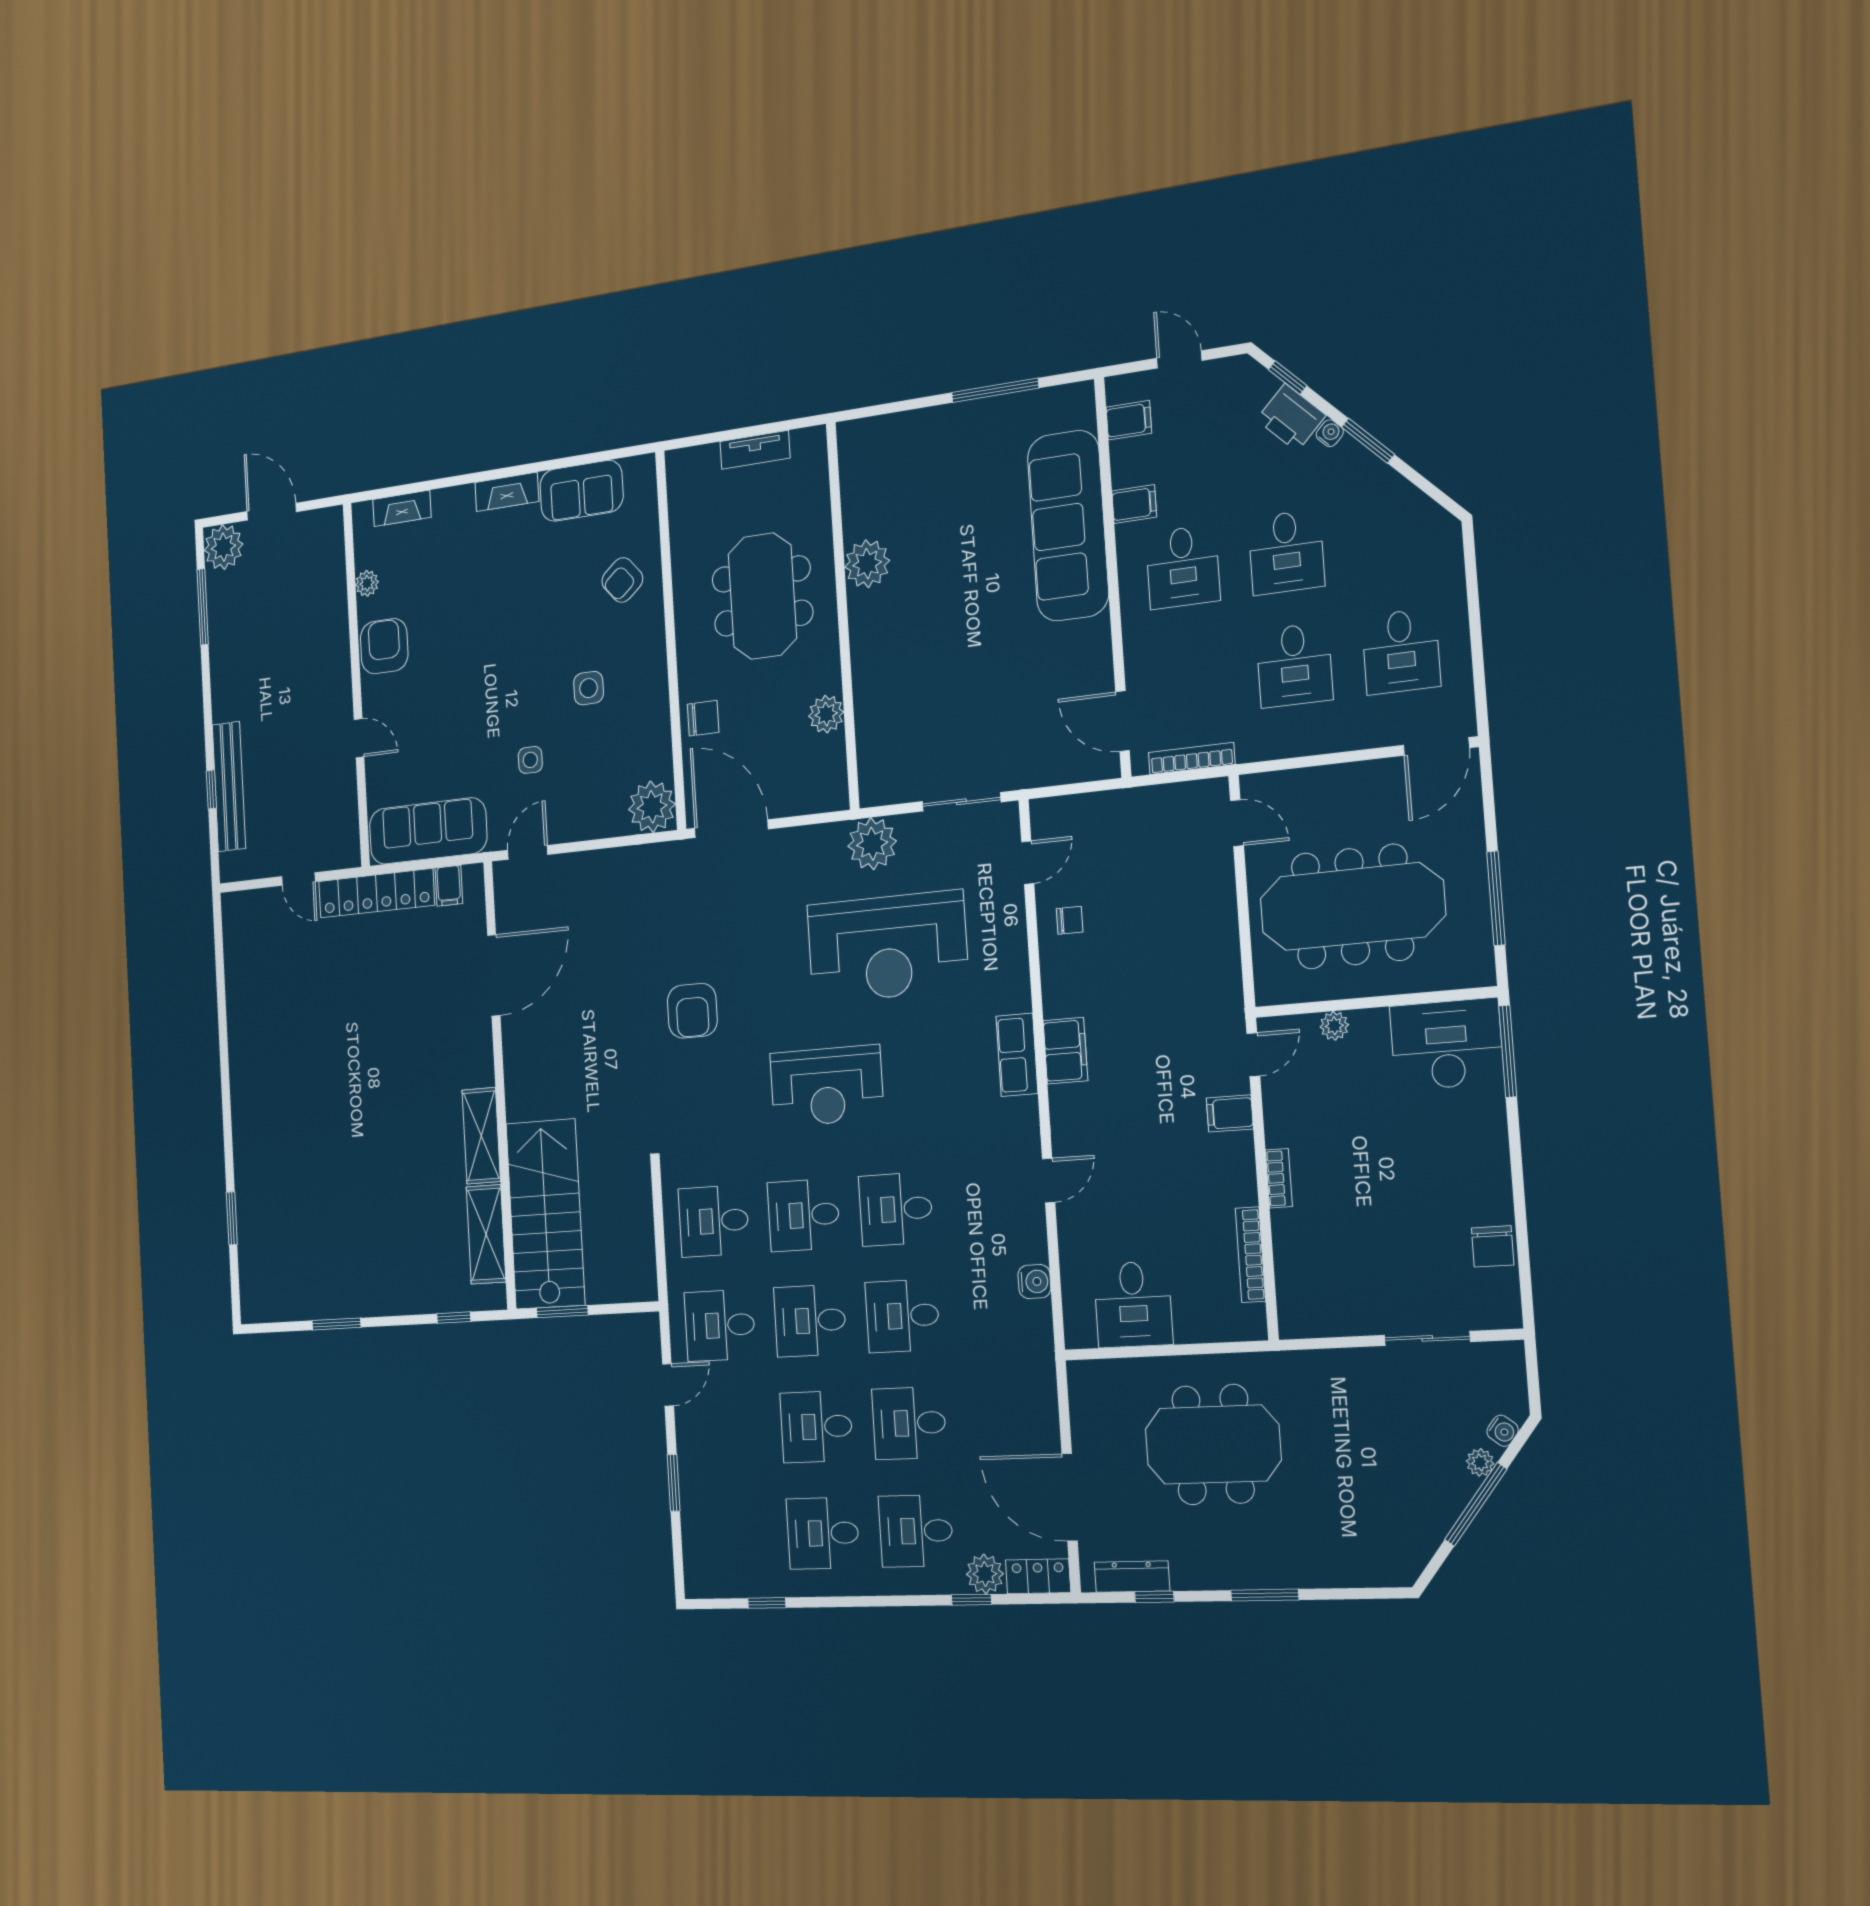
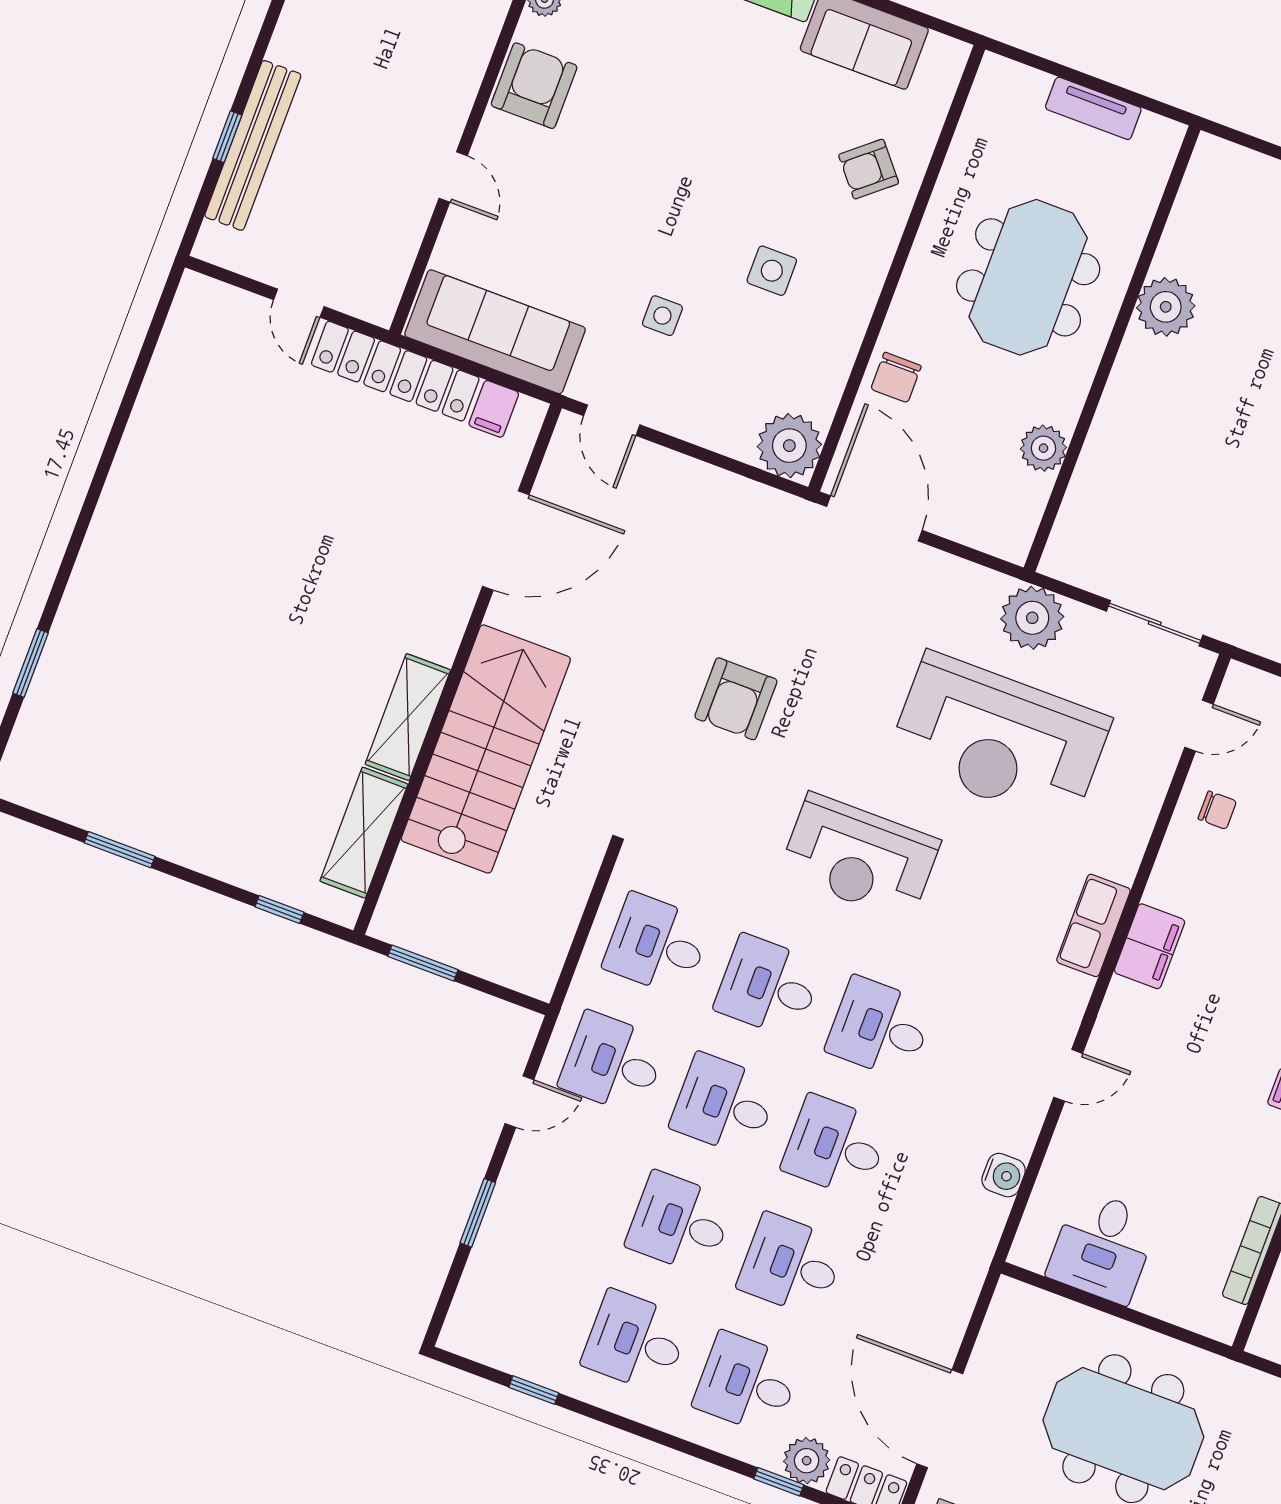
chair: (703, 718) -> (896, 377), turned 90
door: (528, 852) -> (612, 420), swing flipped
stairs: (545, 1214) -> (486, 749), moved

